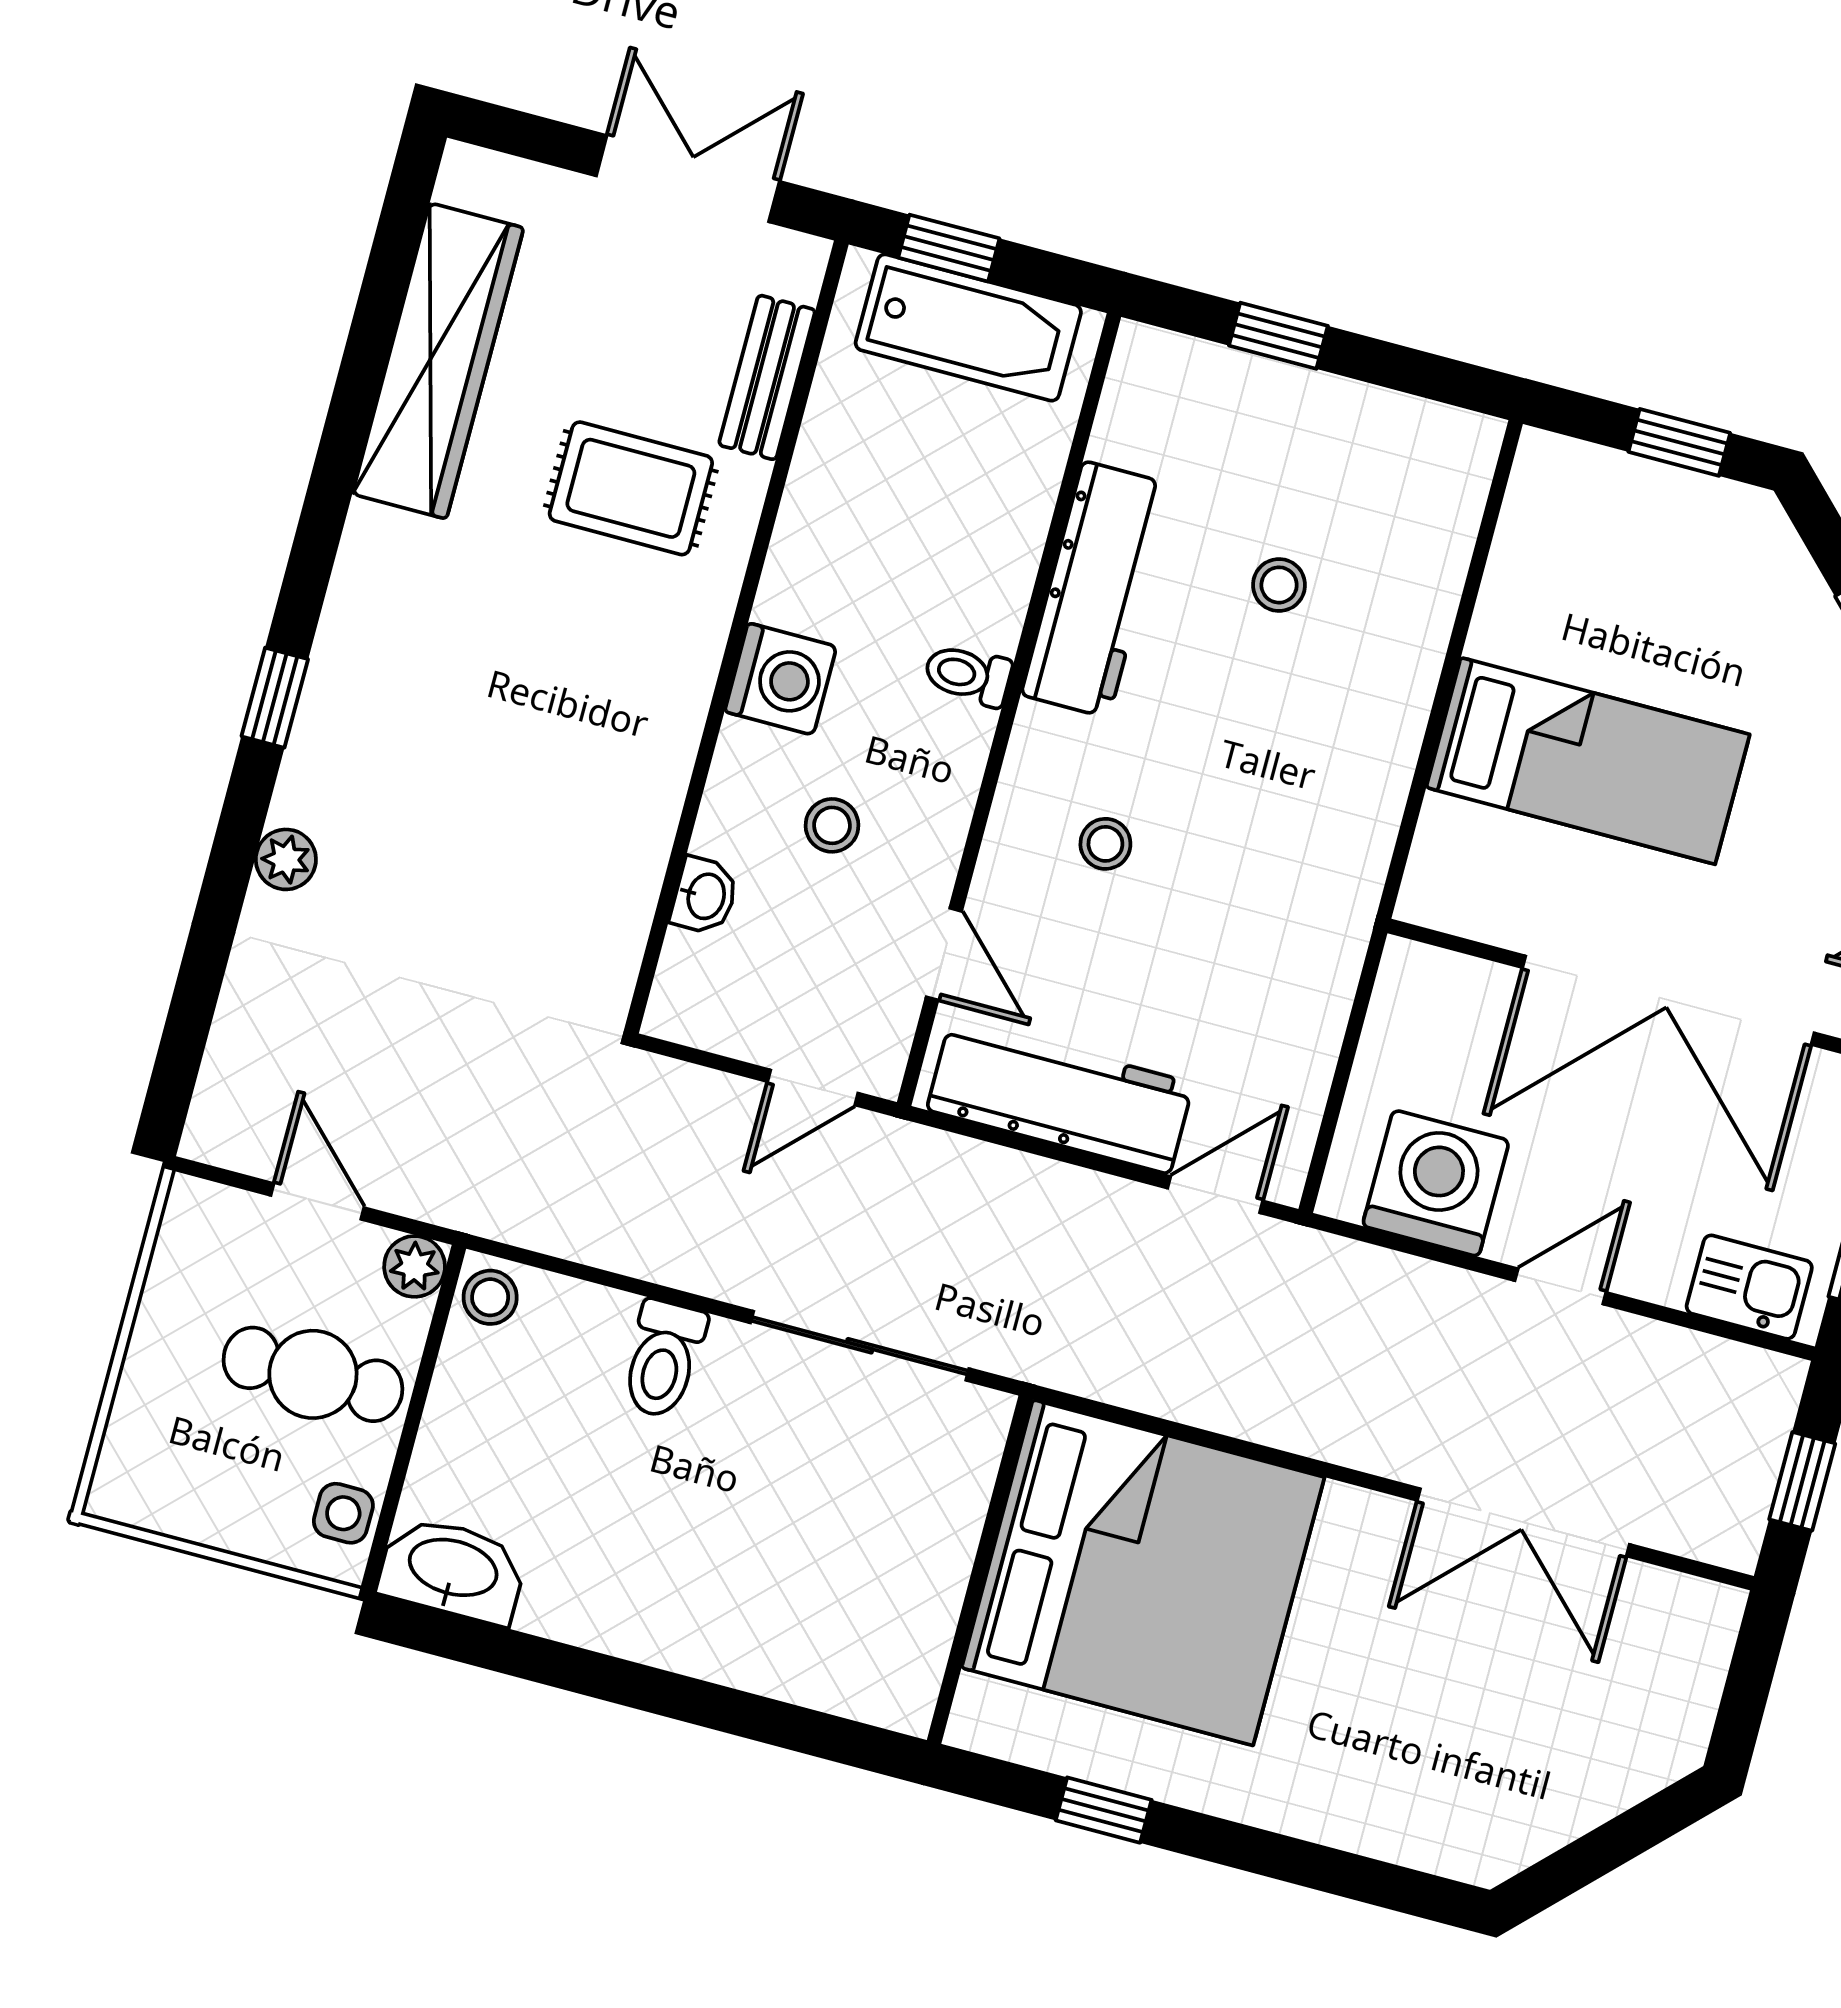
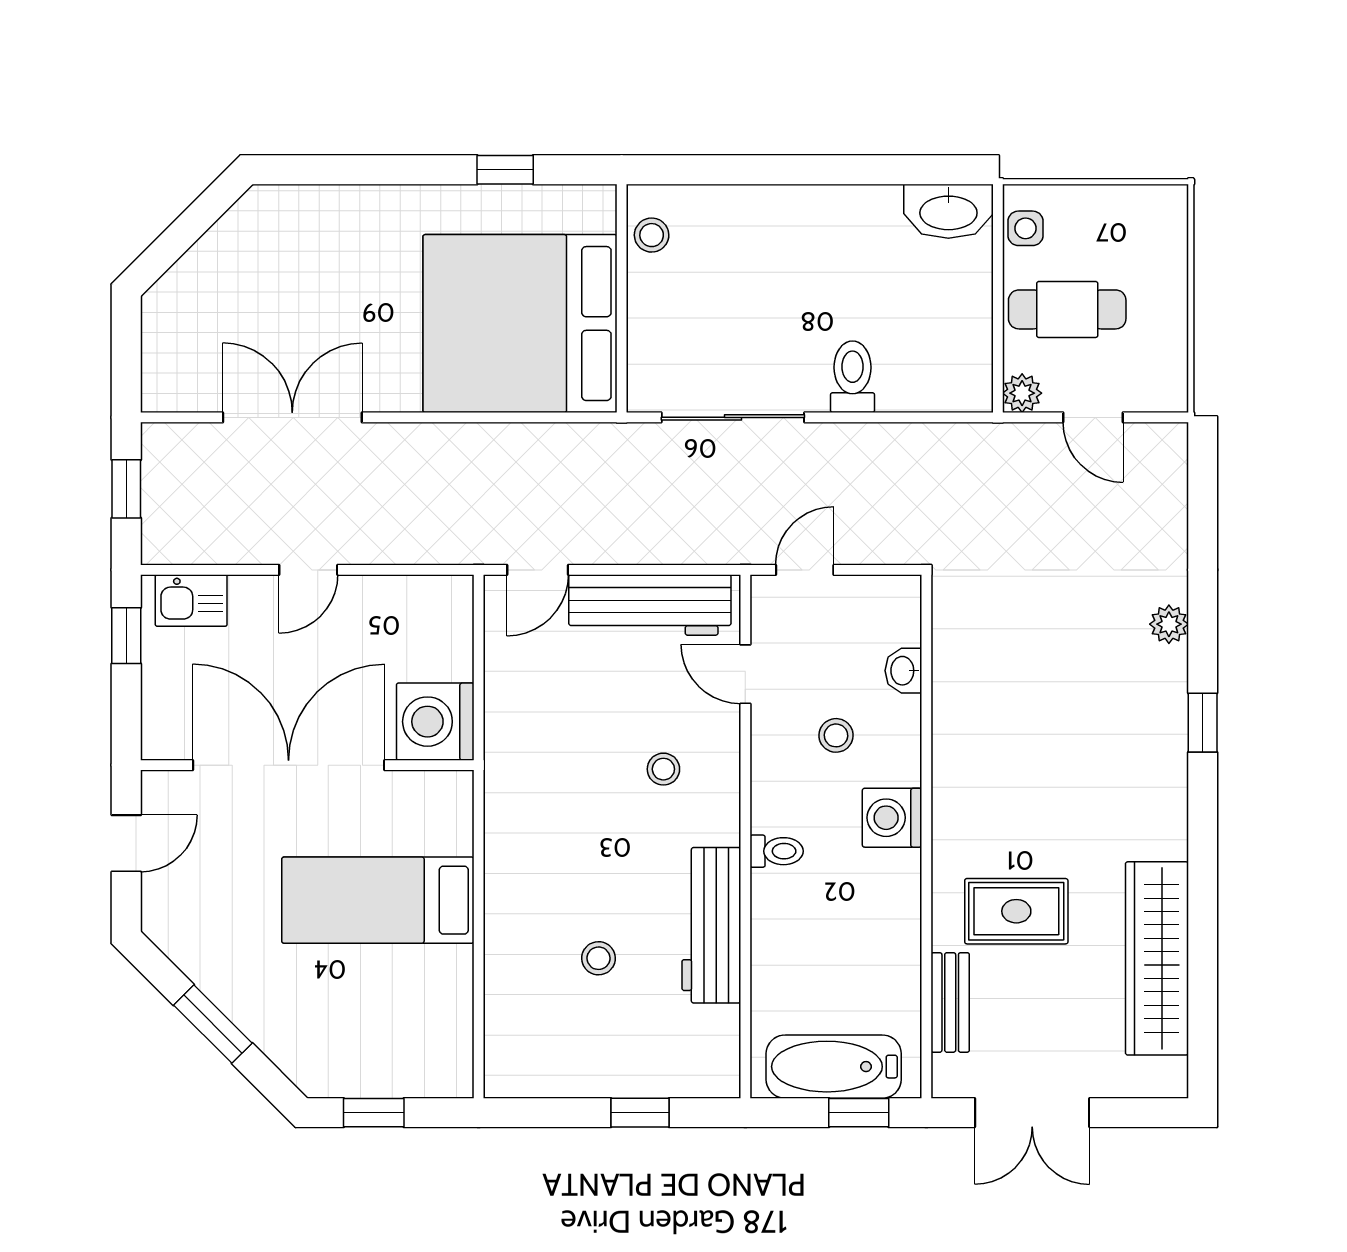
washing machine: (1436, 1183) -> (435, 722), moved, turned 90
stool: (490, 1297) -> (652, 235), moved

